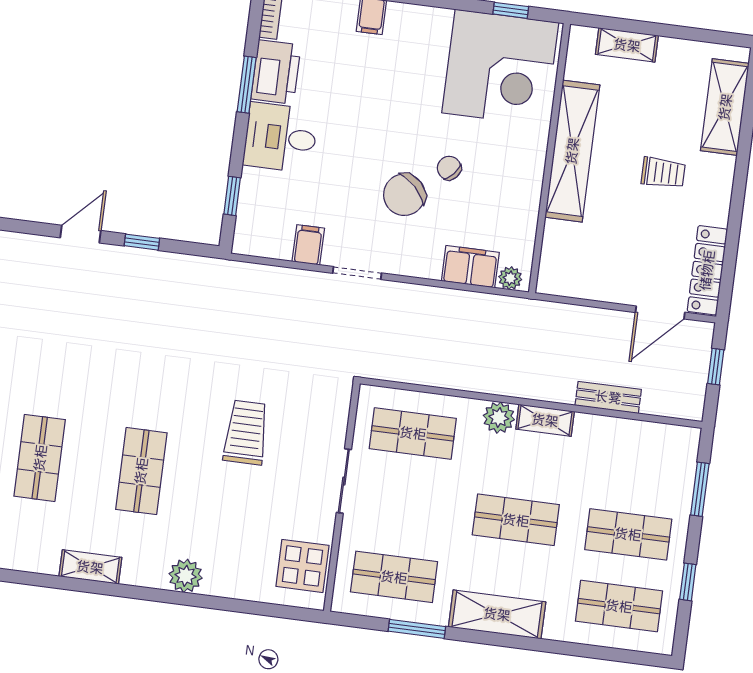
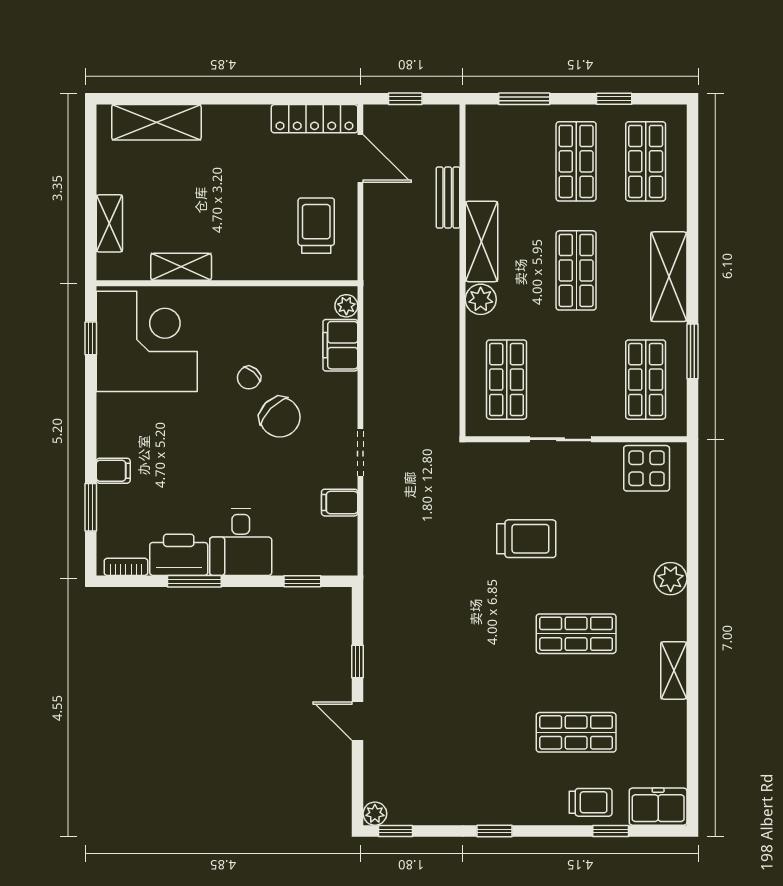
shelving: (572, 151) -> (181, 267), width x0.45, depth x0.75
trolley: (663, 173) -> (316, 226), moved, width x1.36, depth x1.39
shelving: (545, 420) -> (482, 241), width x1.50, depth x1.33
trolley: (246, 433) -> (526, 539), turned 180

